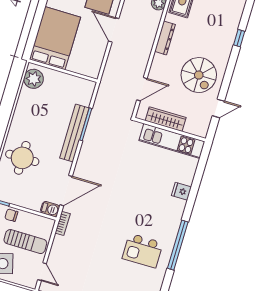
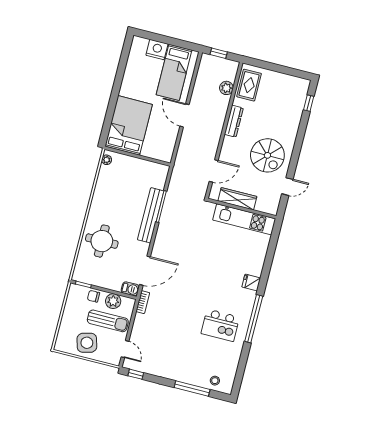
window: (239, 38) -> (309, 103), moved
plant: (34, 79) -> (107, 160), width x0.53, depth x0.53
fridge: (181, 191) -> (251, 282), moved
plant: (32, 221) -> (113, 301), added

